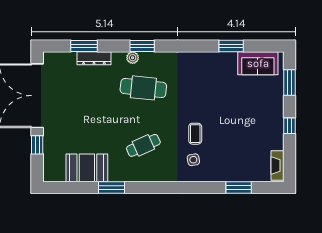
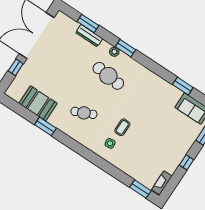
window: (239, 187) -> (140, 189), moved

